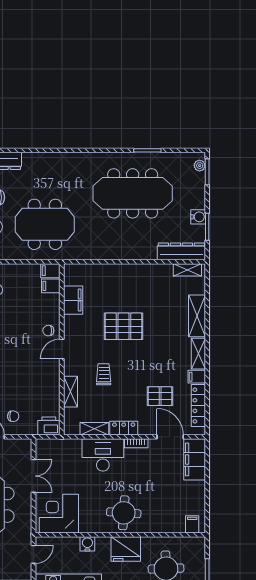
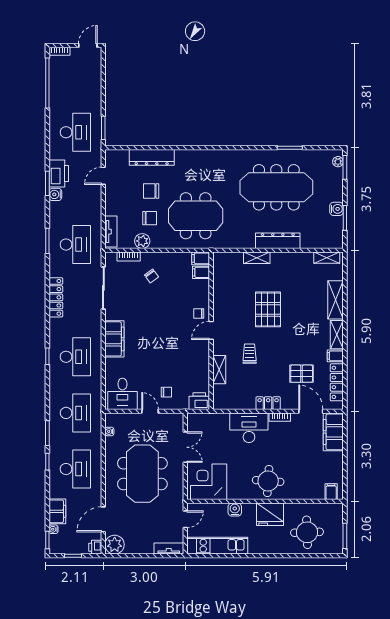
dresser: (181, 251) -> (278, 241), moved
filing cabinet: (73, 300) -> (222, 285), removed
pallet: (124, 326) -> (268, 309), turned 90
shelving: (94, 429) -> (257, 258), moved

